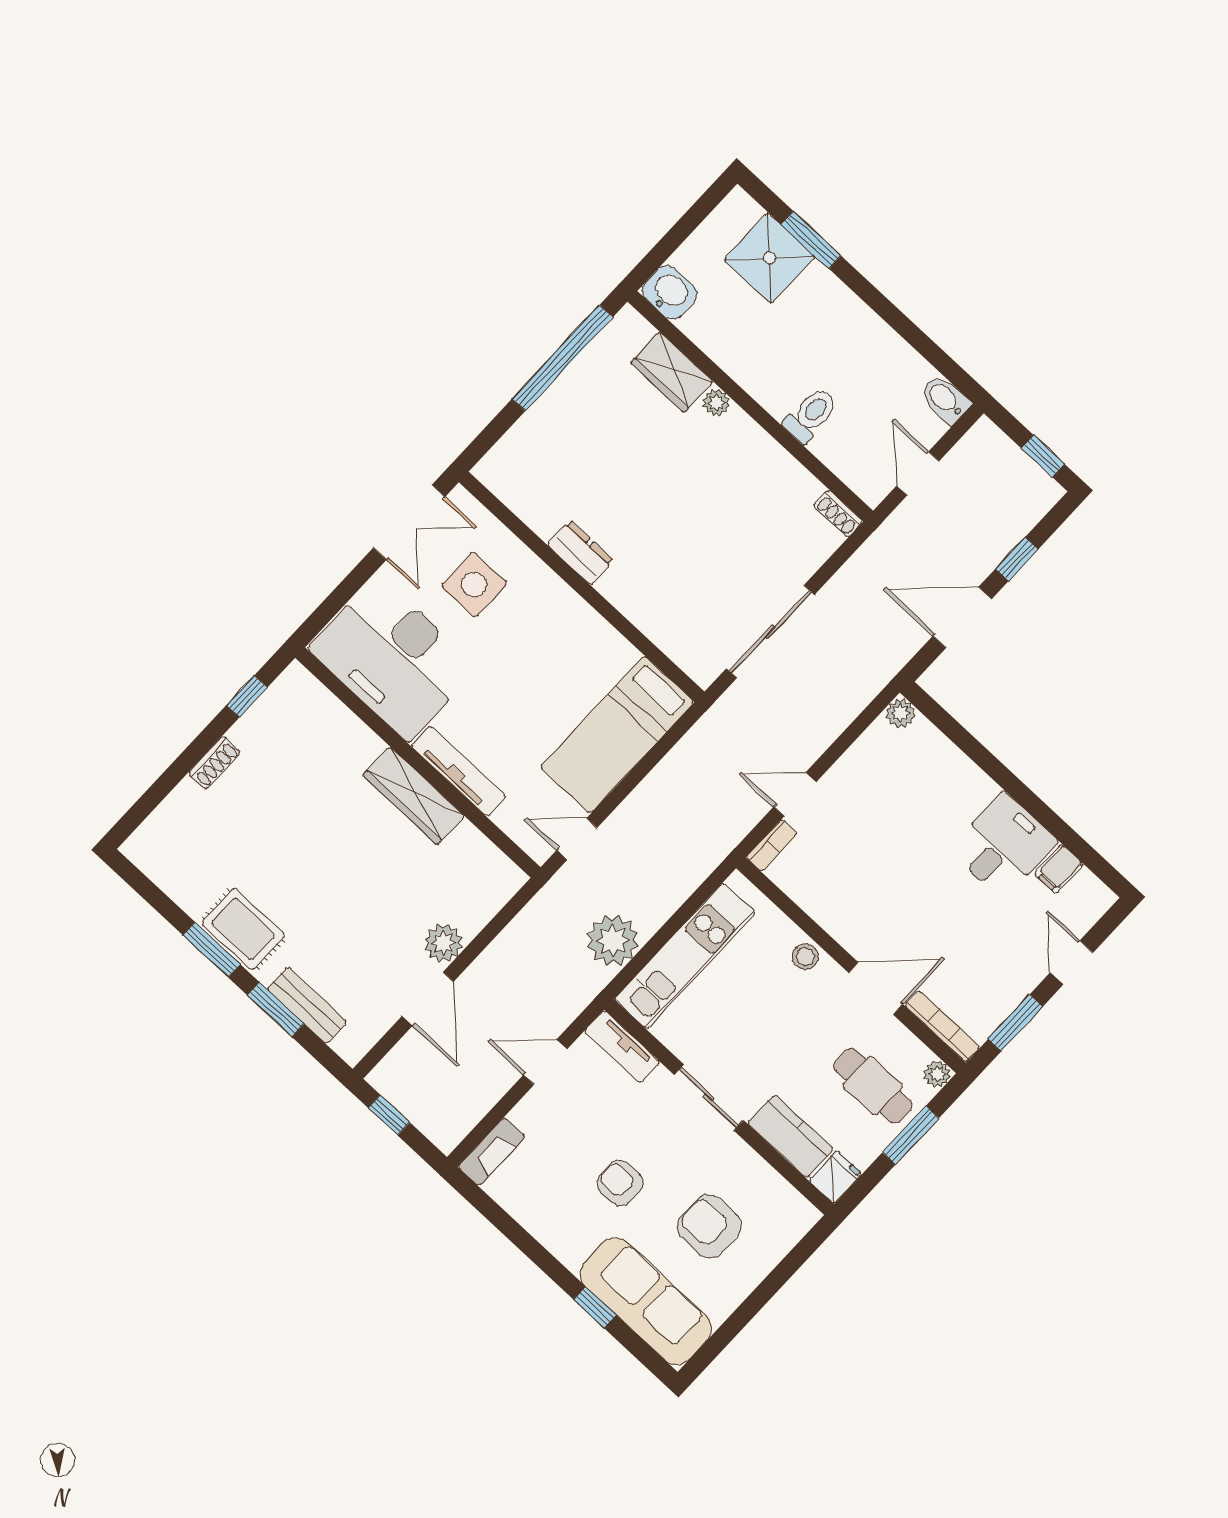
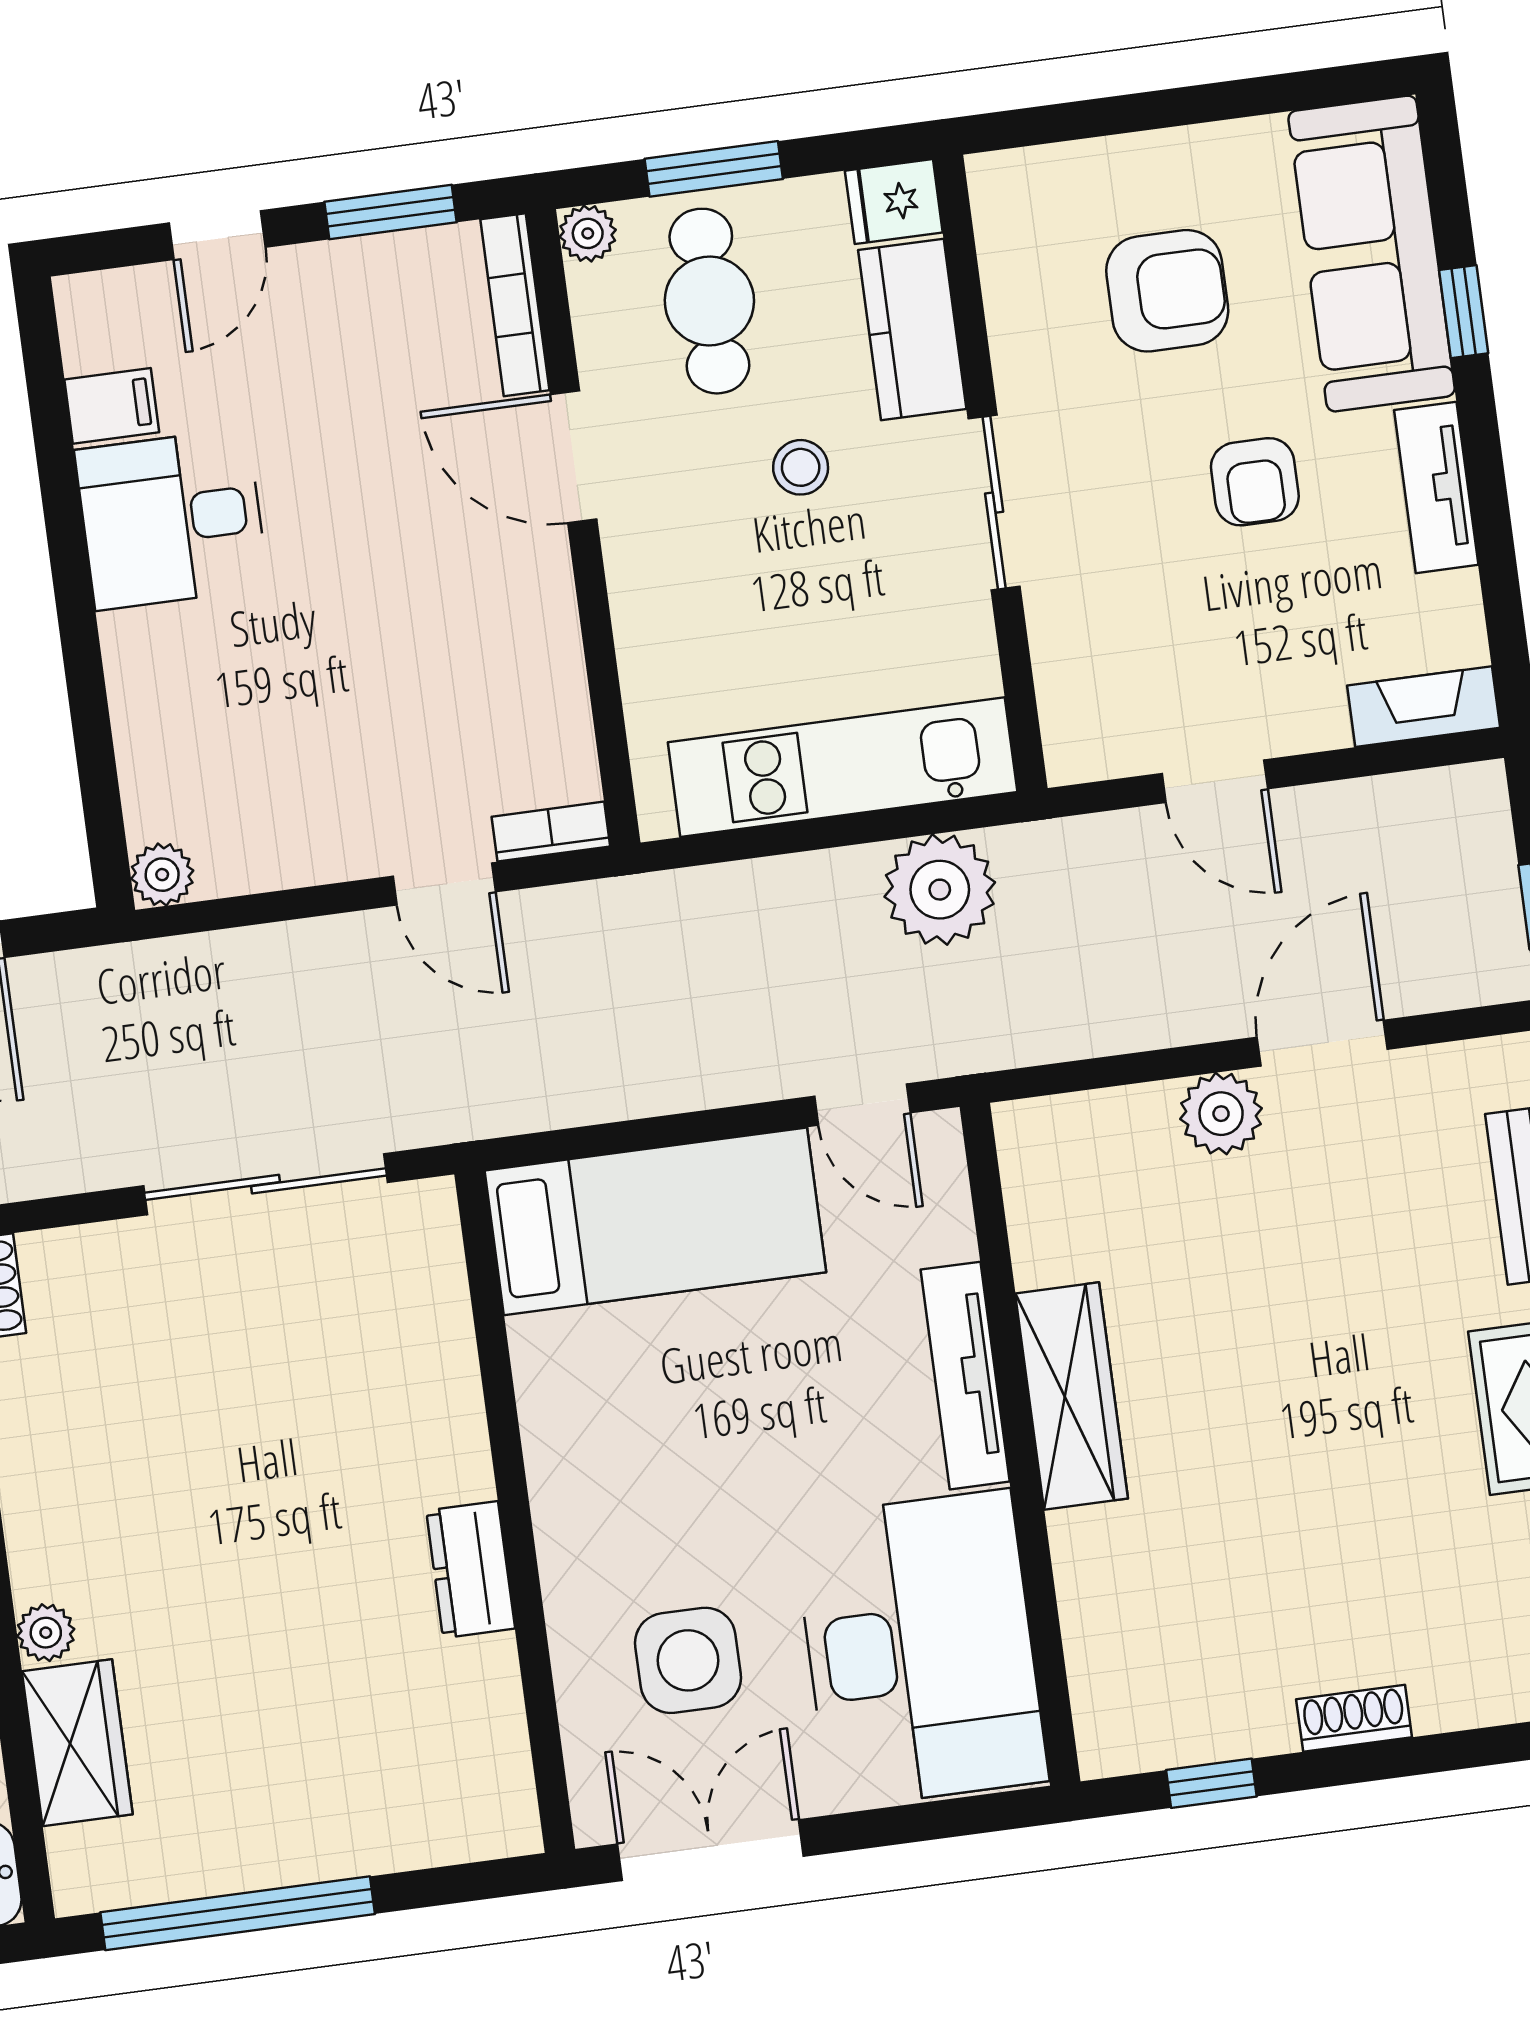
stool: (805, 956) -> (801, 467), moved
tv unit: (622, 1047) -> (1436, 487), moved, turned 180
armchair: (709, 1226) -> (1167, 291), turned -90

